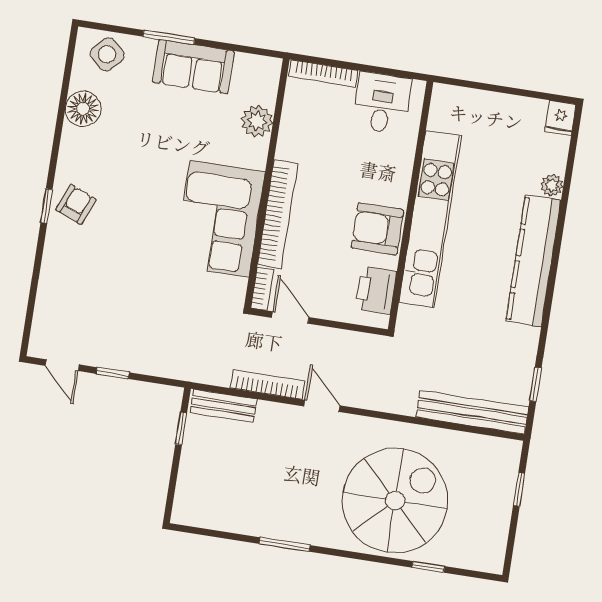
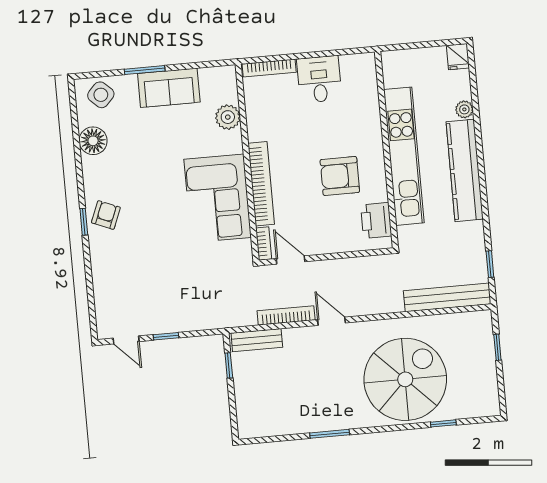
wall: (411, 206) -> (386, 150), moved
kitchen unit: (430, 219) -> (404, 156), moved
printer: (376, 290) -> (376, 220), moved

